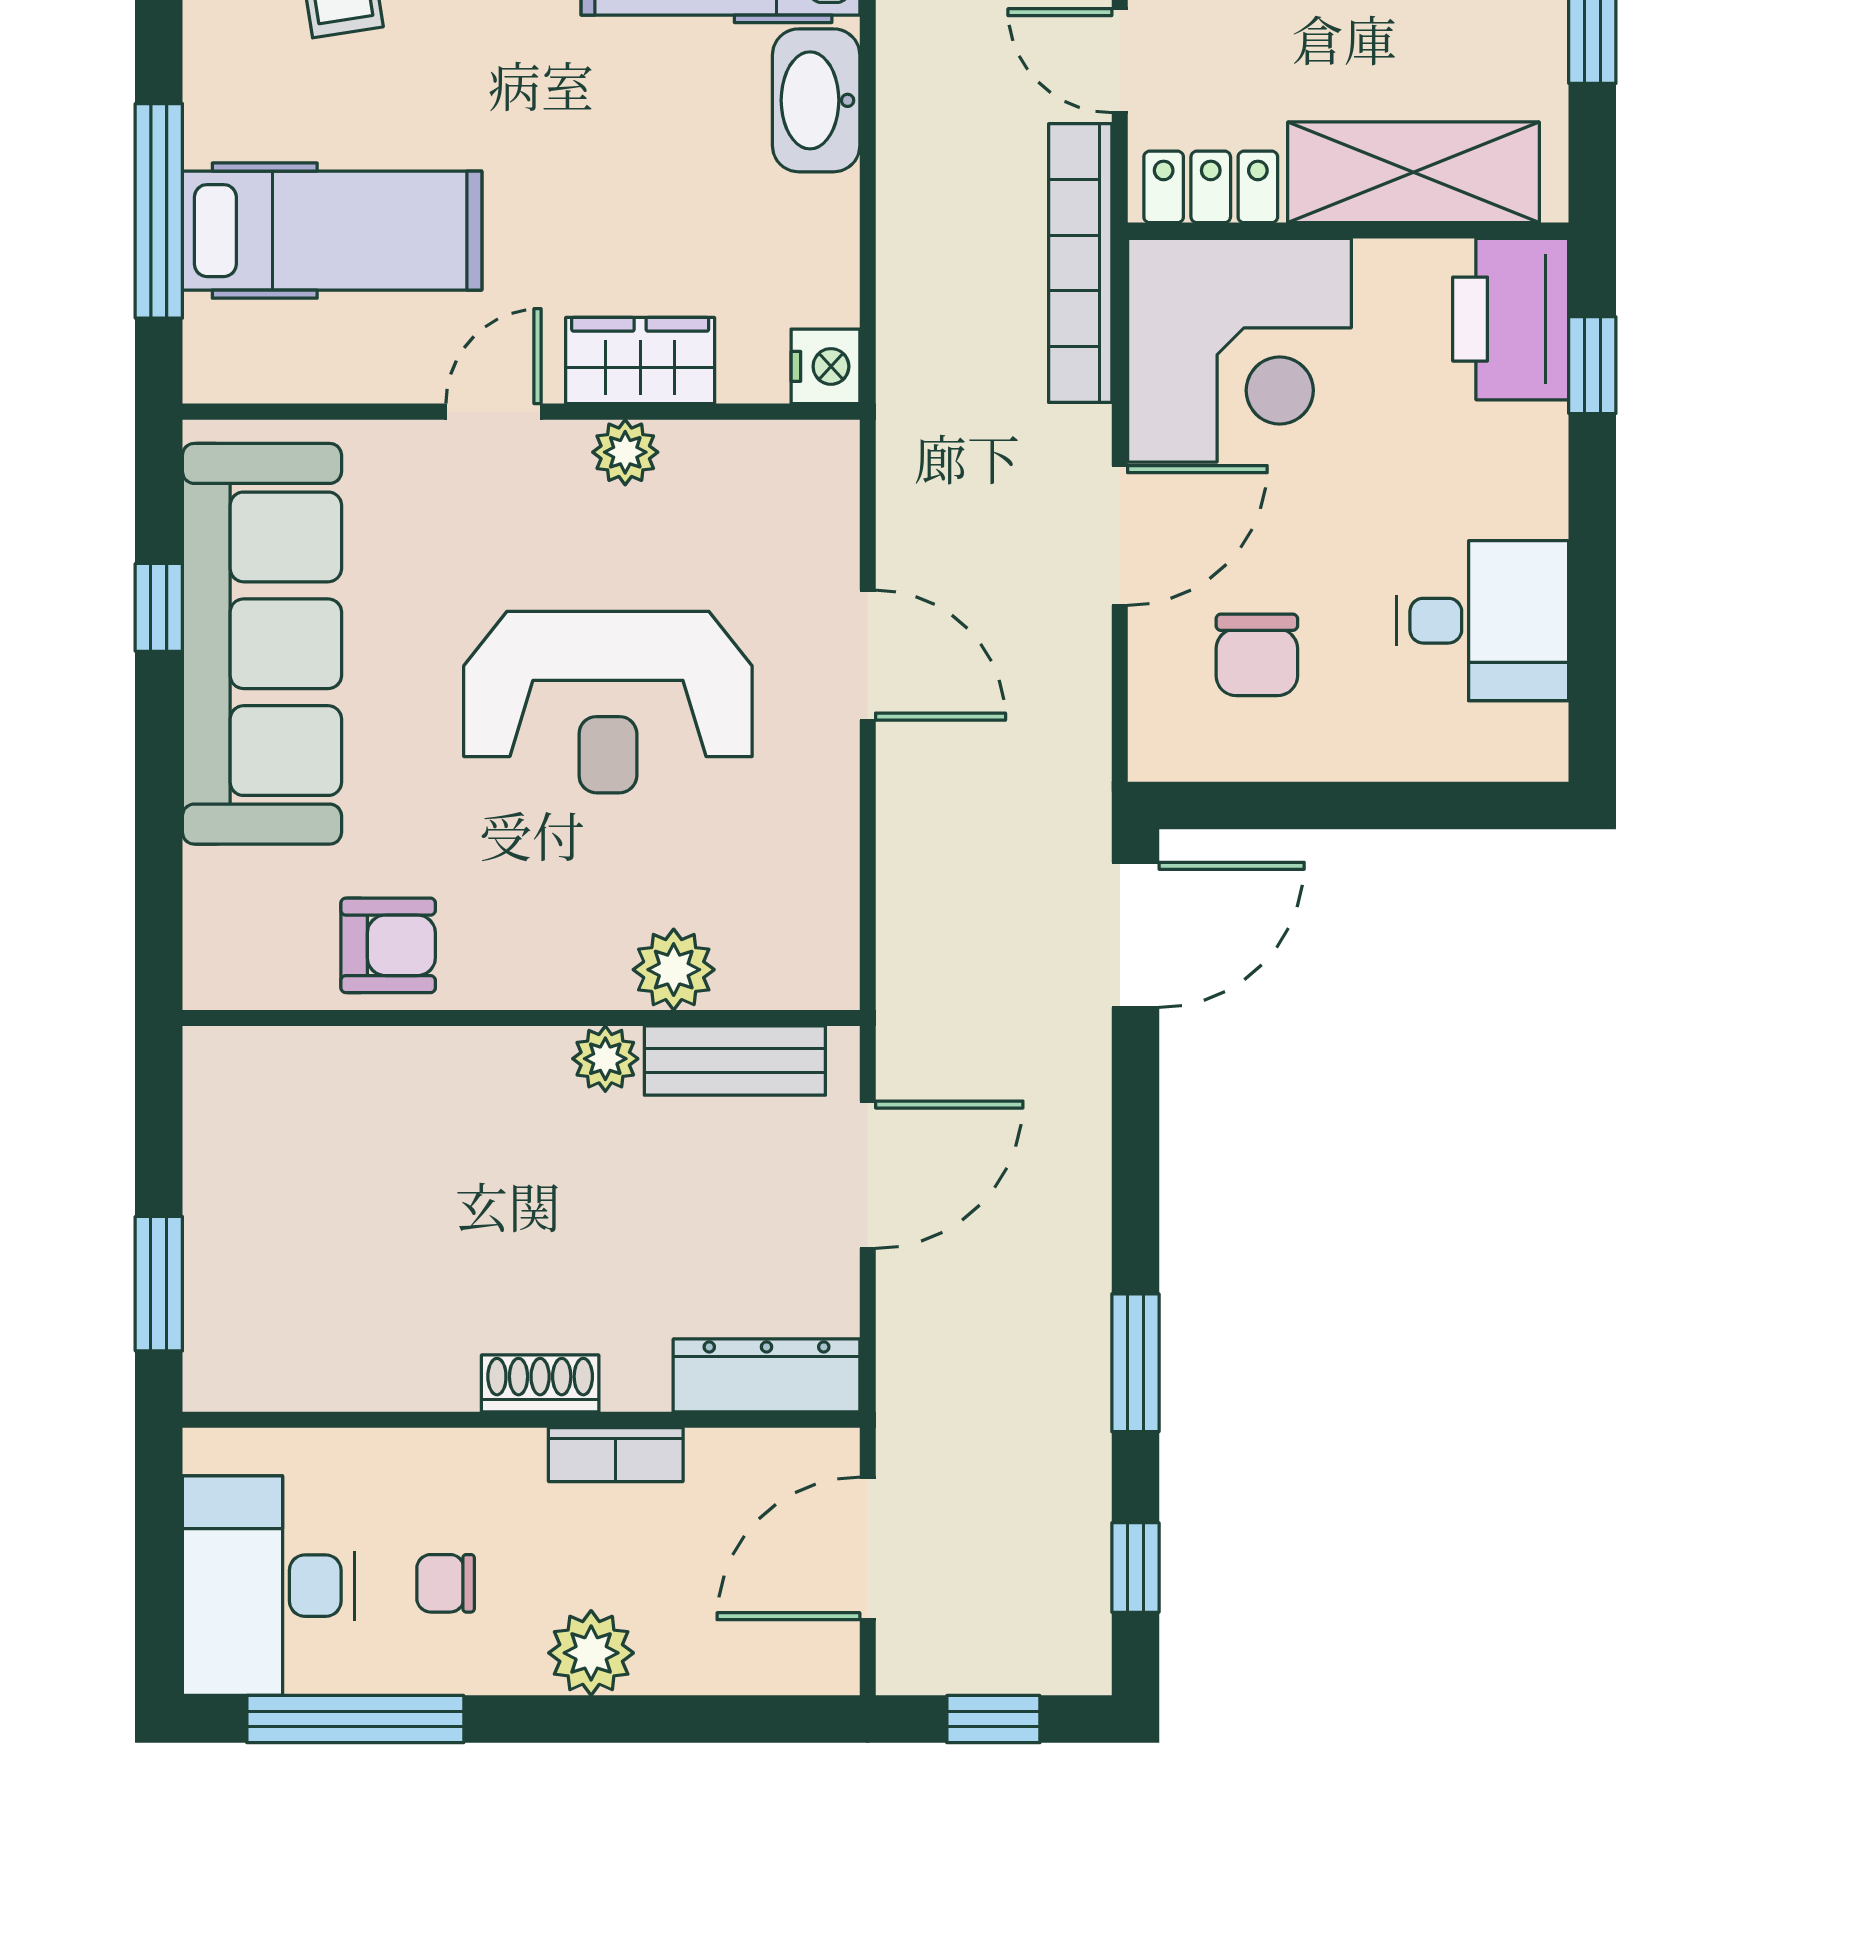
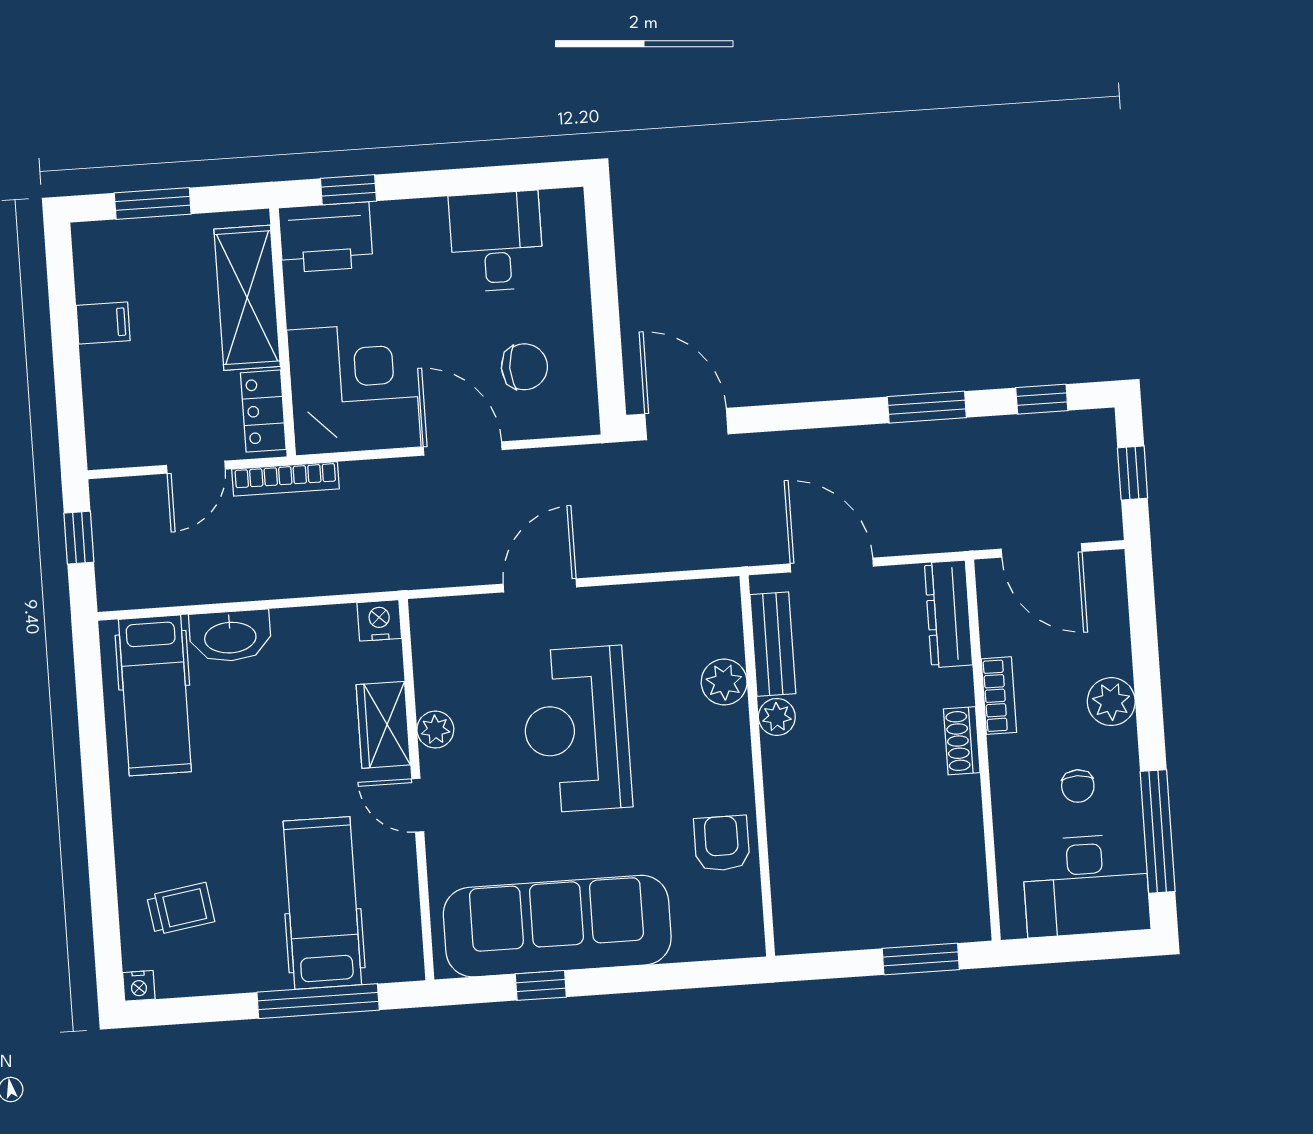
bookcase: (1080, 263) -> (286, 479), width x0.68, depth x0.76
reception desk: (608, 702) -> (576, 729), turned 180

